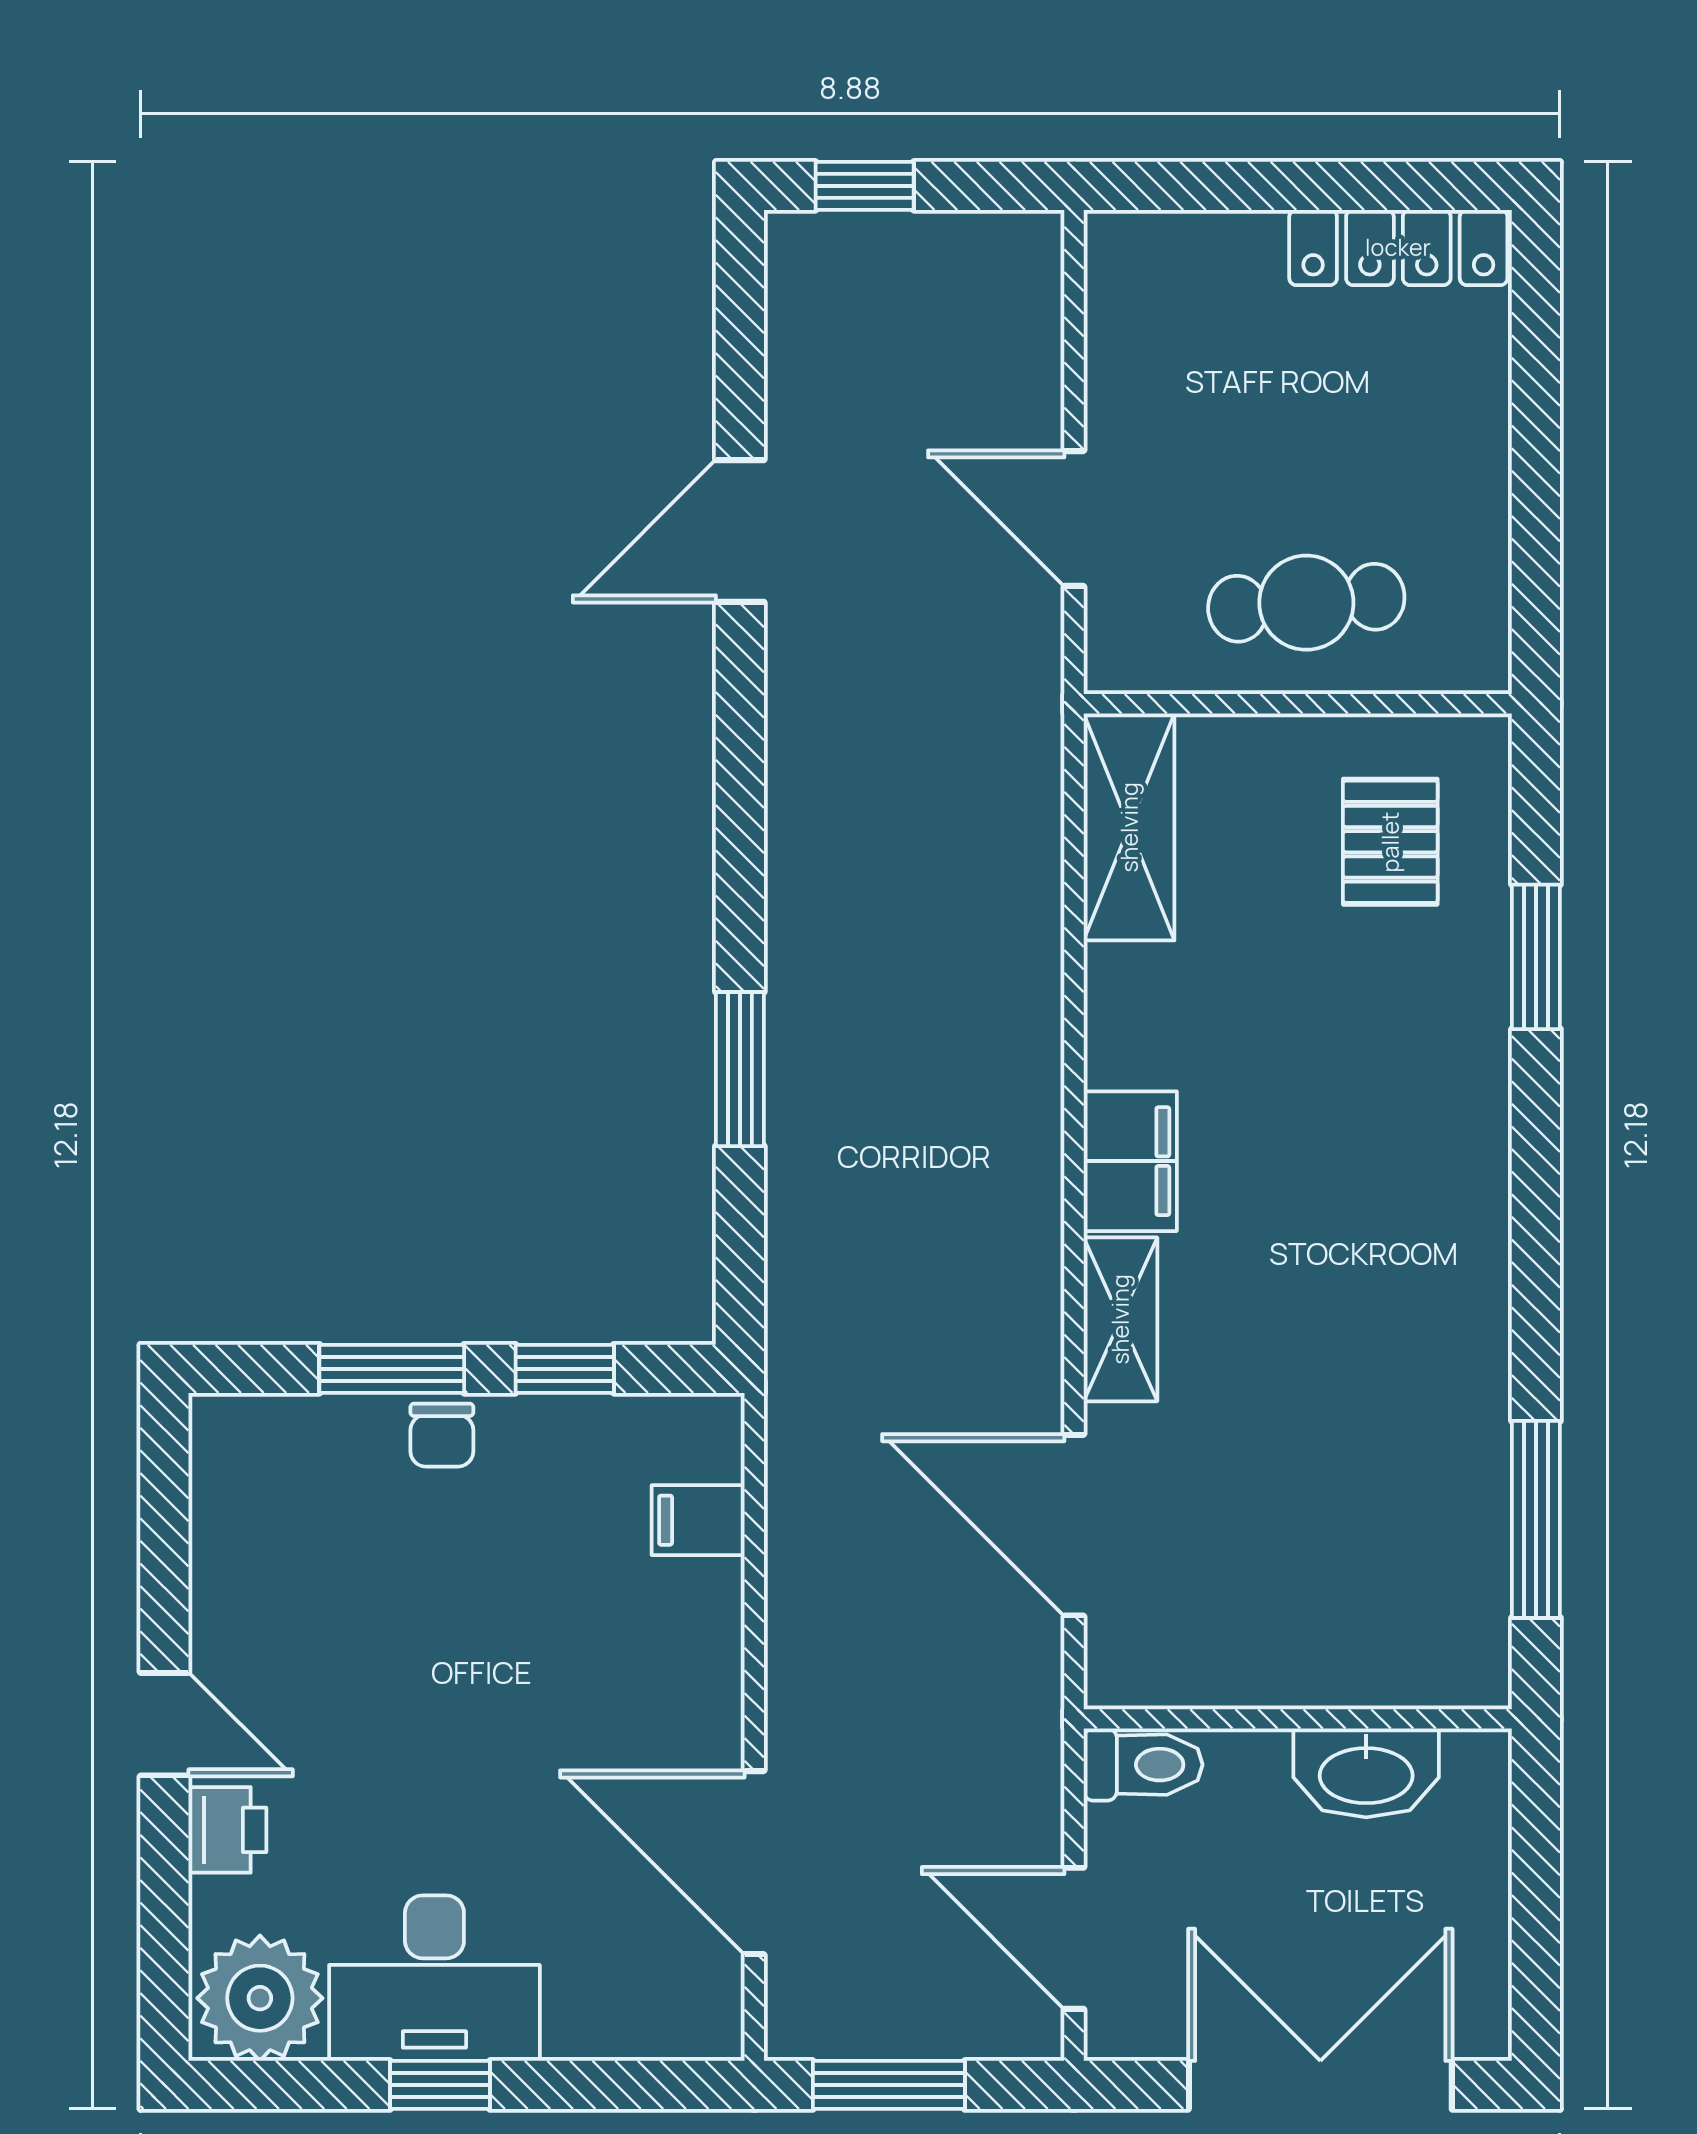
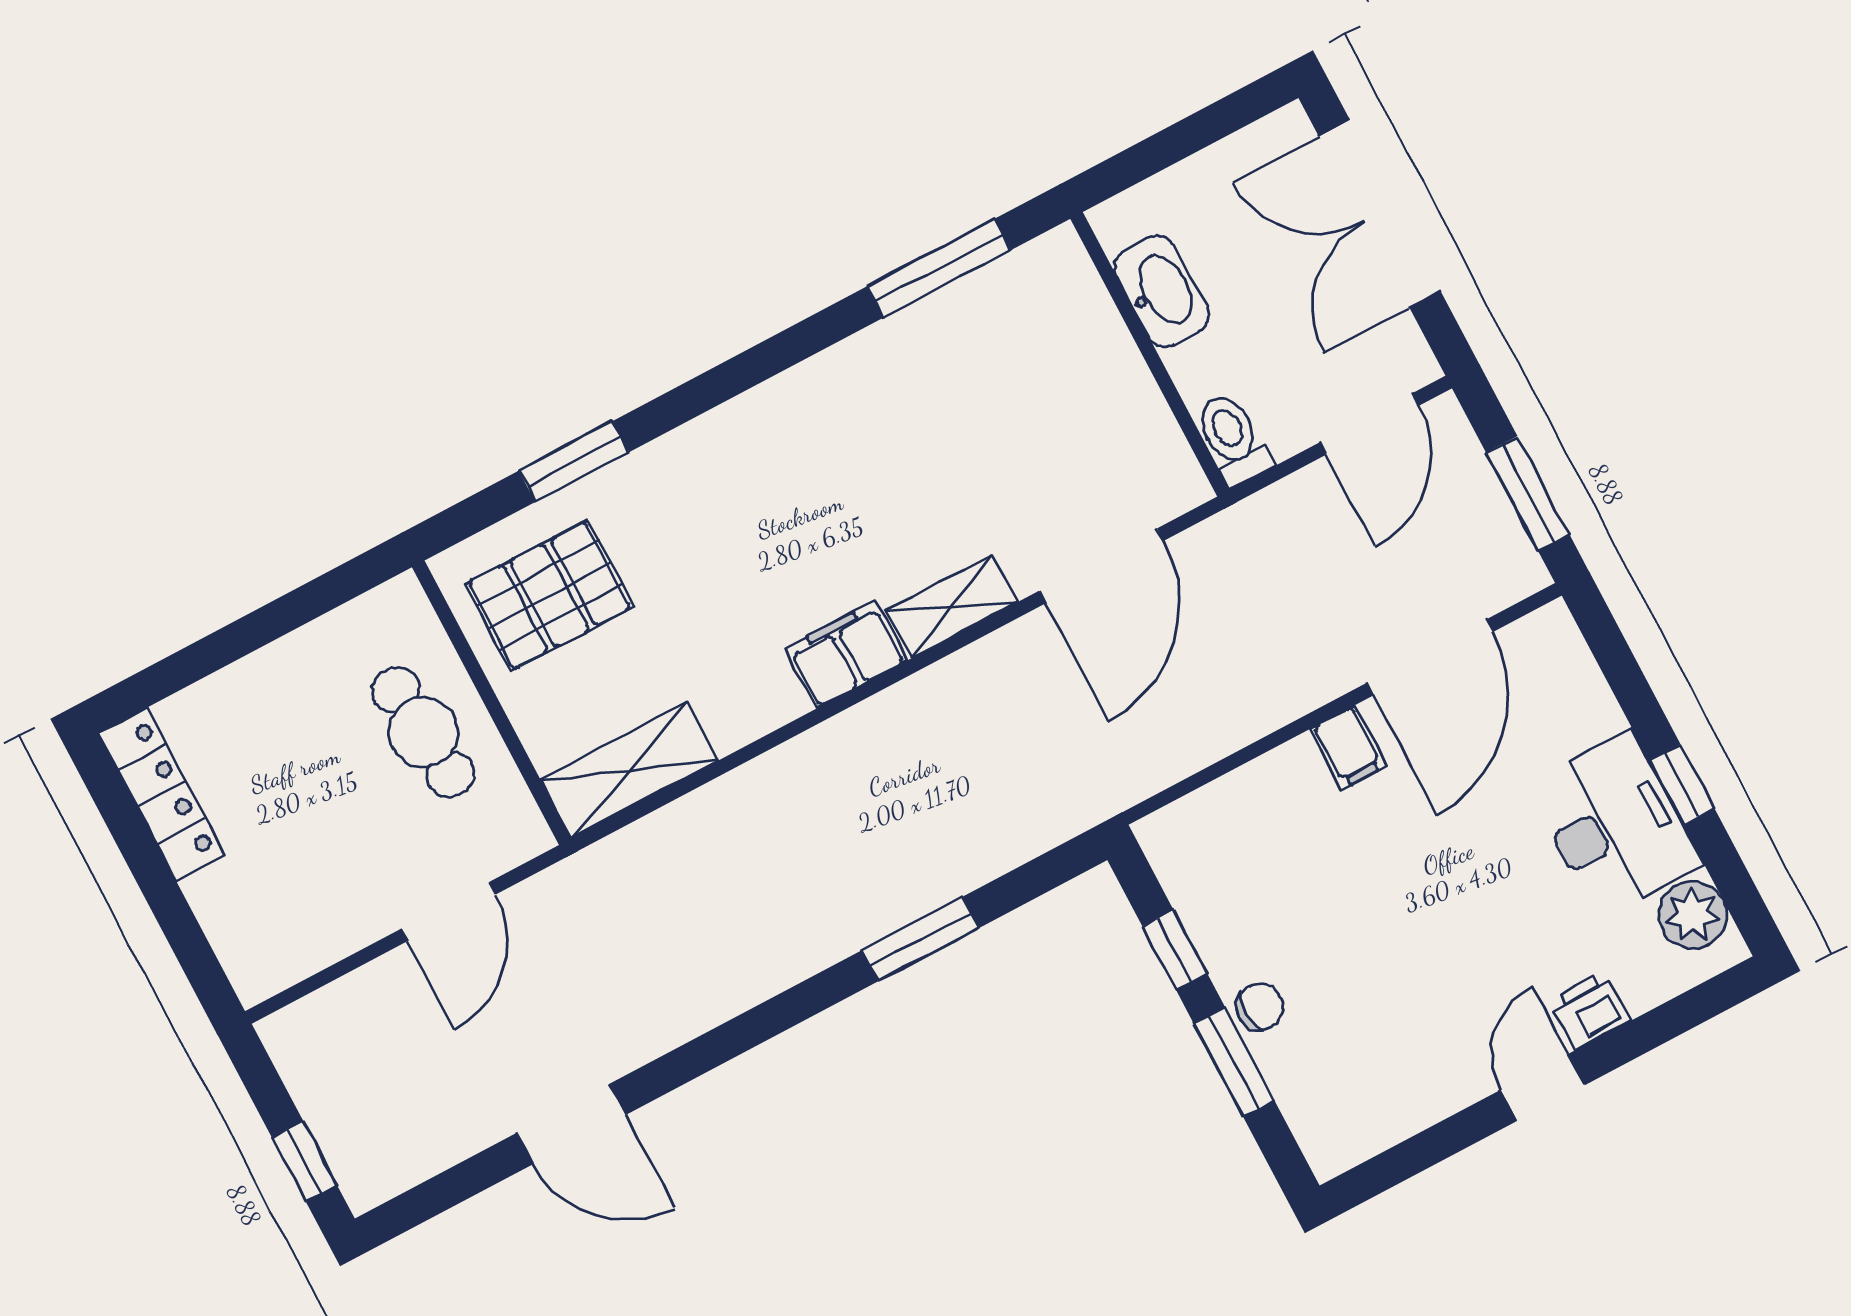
pallet: (1390, 842) -> (549, 595), width x1.50, depth x1.42
filing cabinet: (698, 1520) -> (1348, 747), moved
plant: (260, 1998) -> (1693, 915), width x0.73, depth x0.73

